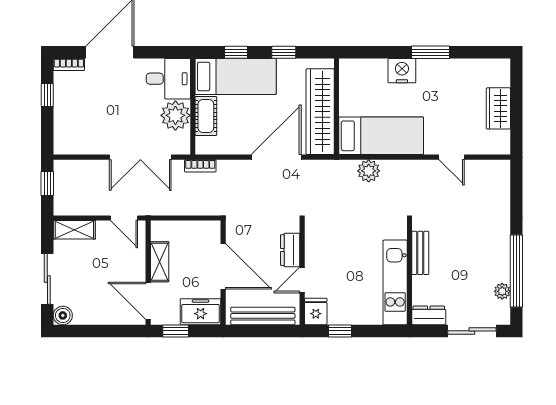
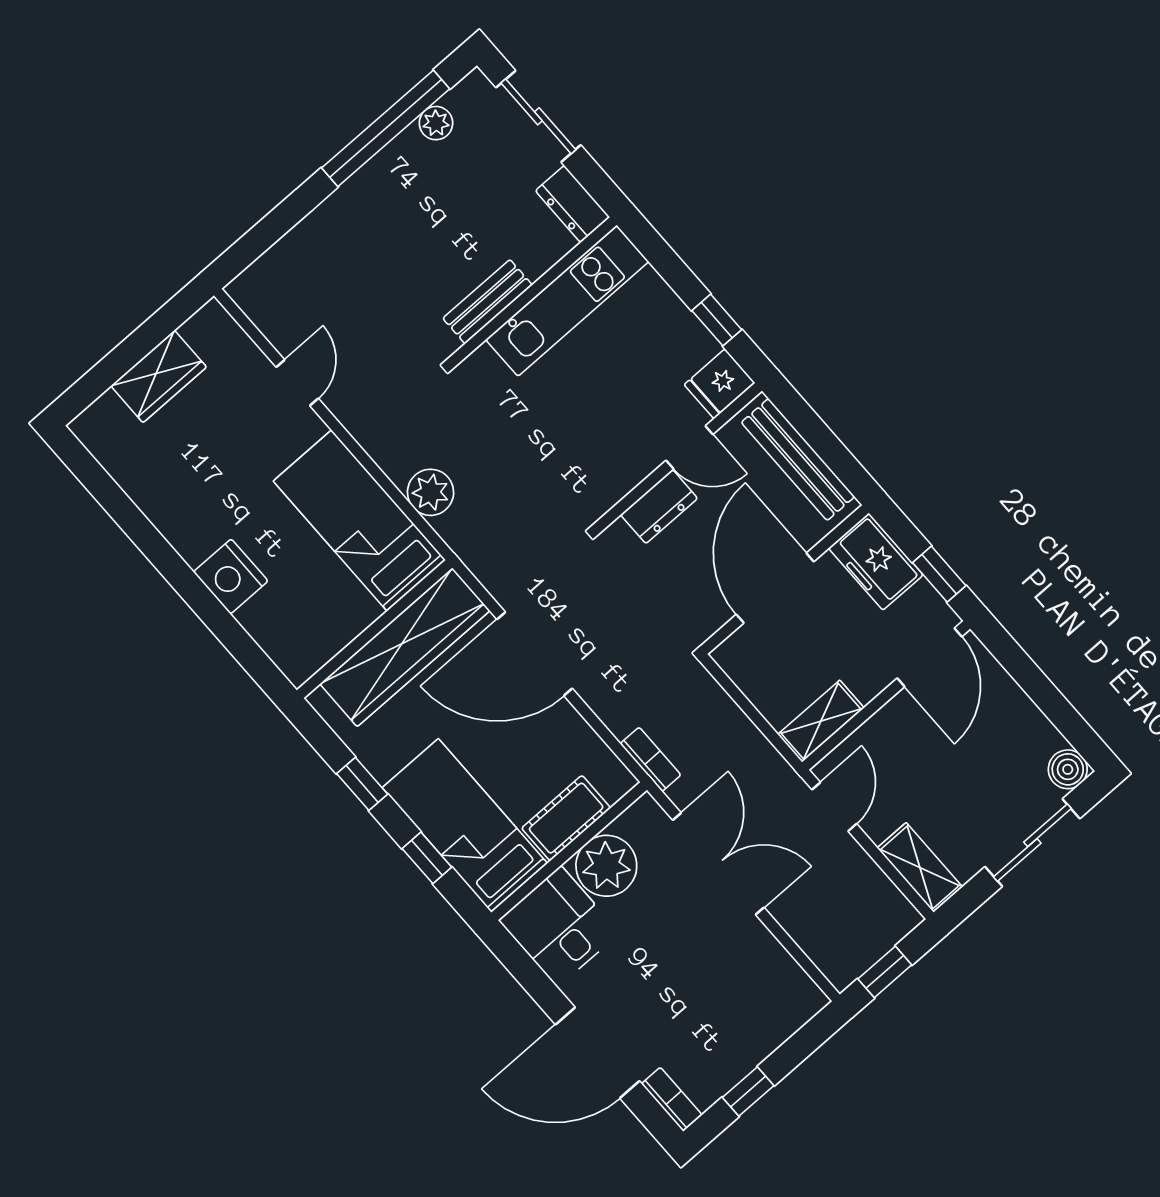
window: (431, 52) -> (164, 557), removed
shelving: (160, 262) -> (821, 721), moved

